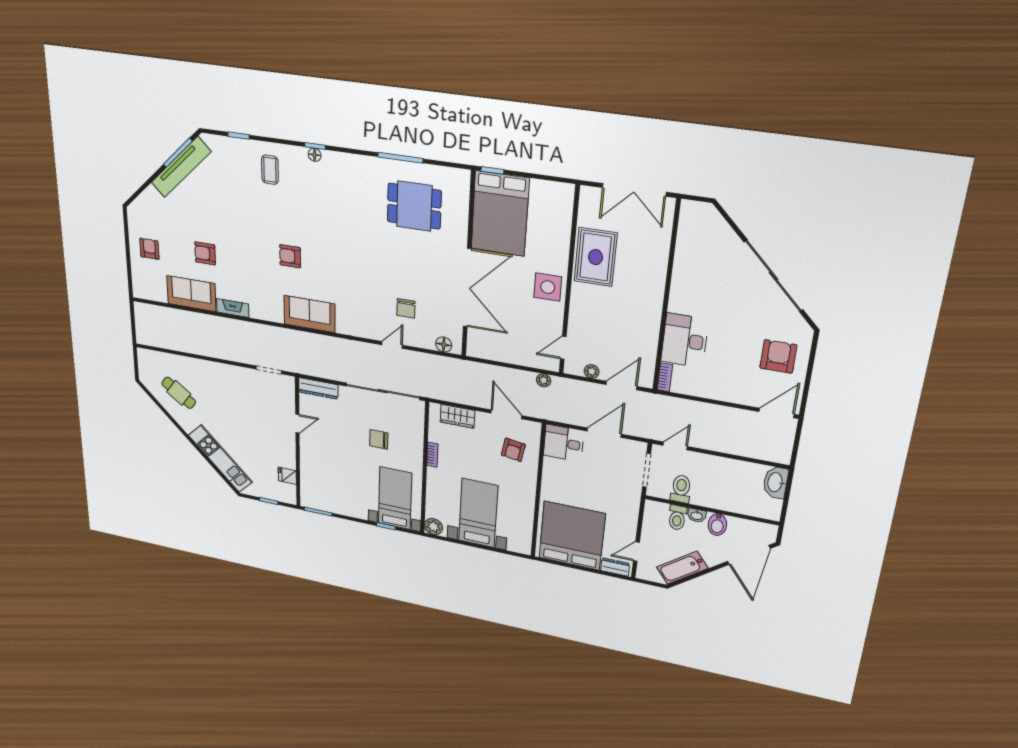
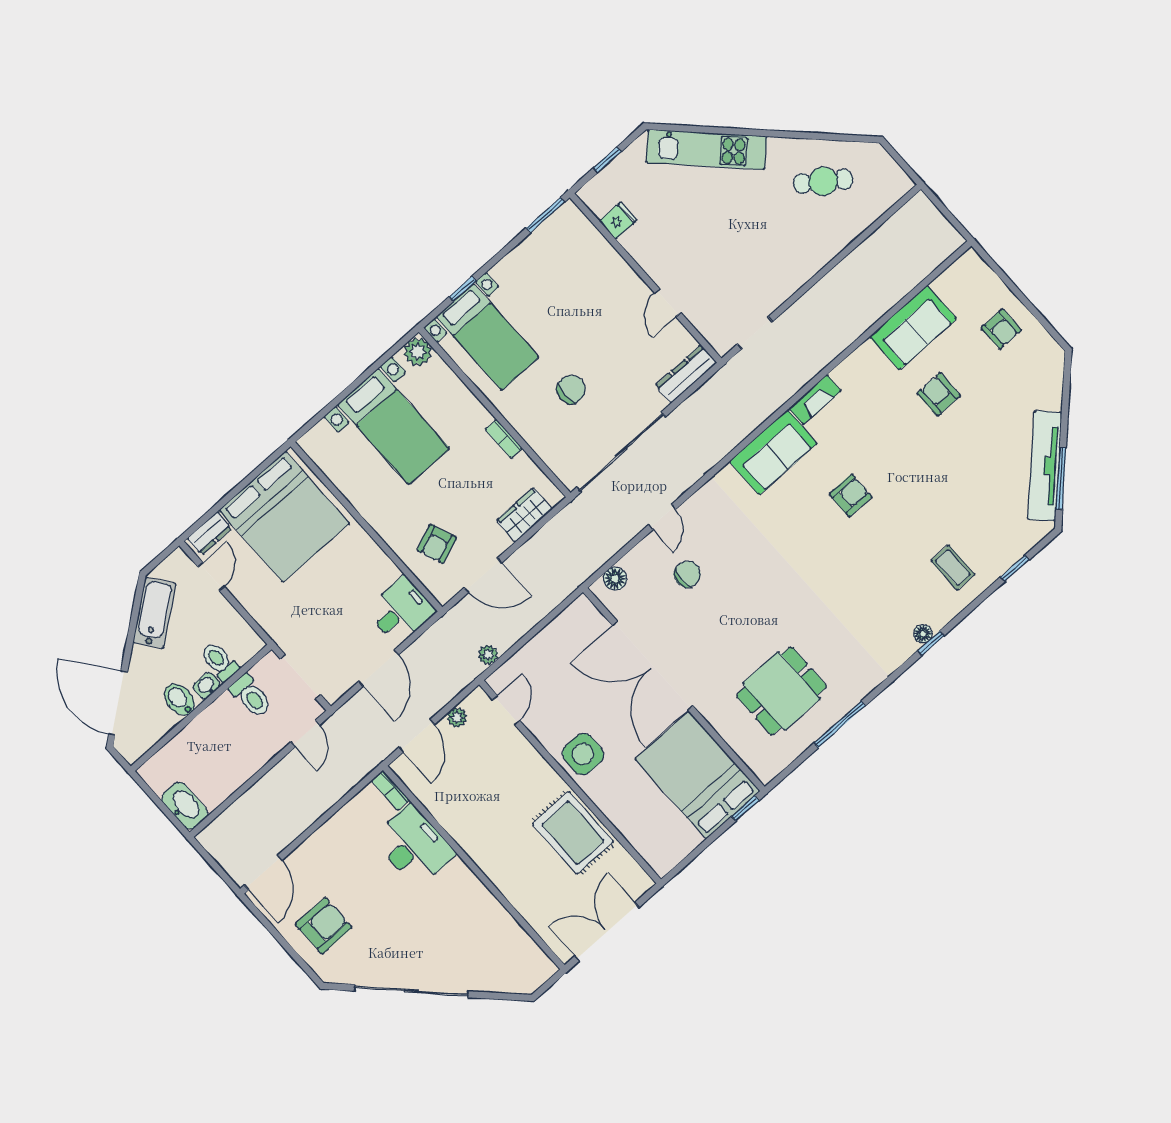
armchair: (205, 253) -> (939, 394), turned -90
fireplace: (233, 308) -> (815, 399), moved
chair: (406, 308) -> (688, 574), turned 90
armchair: (778, 356) -> (324, 926), turned -90
armchair: (513, 450) -> (437, 544), turned -120

